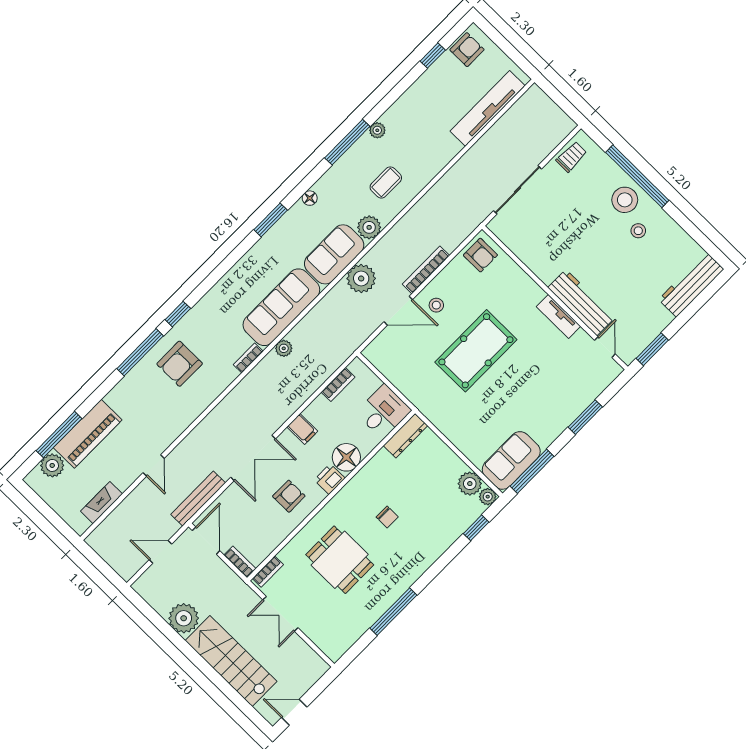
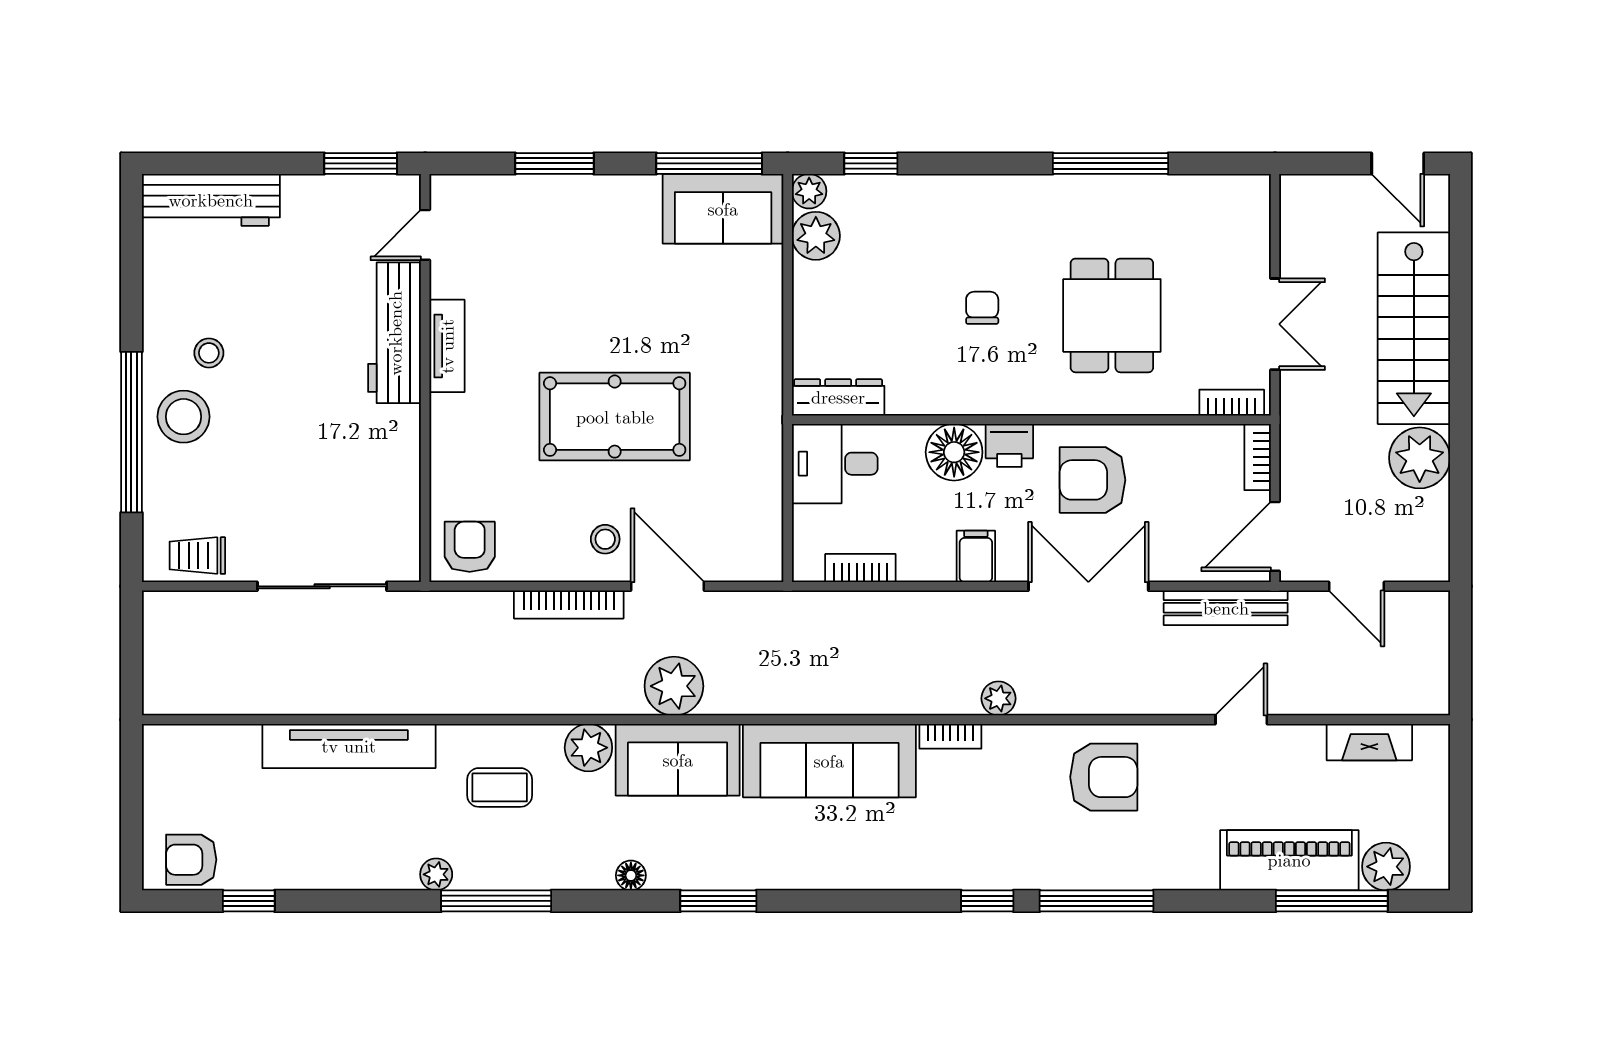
tv unit: (488, 108) -> (349, 746), moved
plant: (284, 348) -> (998, 698), moved
armchair: (180, 364) -> (1104, 777), moved
armchair: (289, 496) -> (1093, 480), width x1.38, depth x1.38

